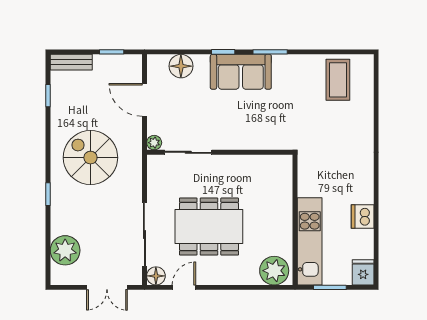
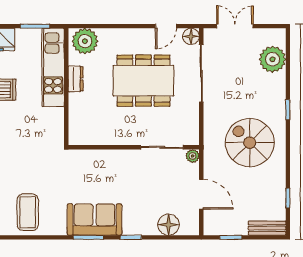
sofa: (241, 72) -> (95, 220), moved
spiral stairs: (90, 158) -> (250, 143), turned 180
dresser: (285, 229) -> (76, 79), added

